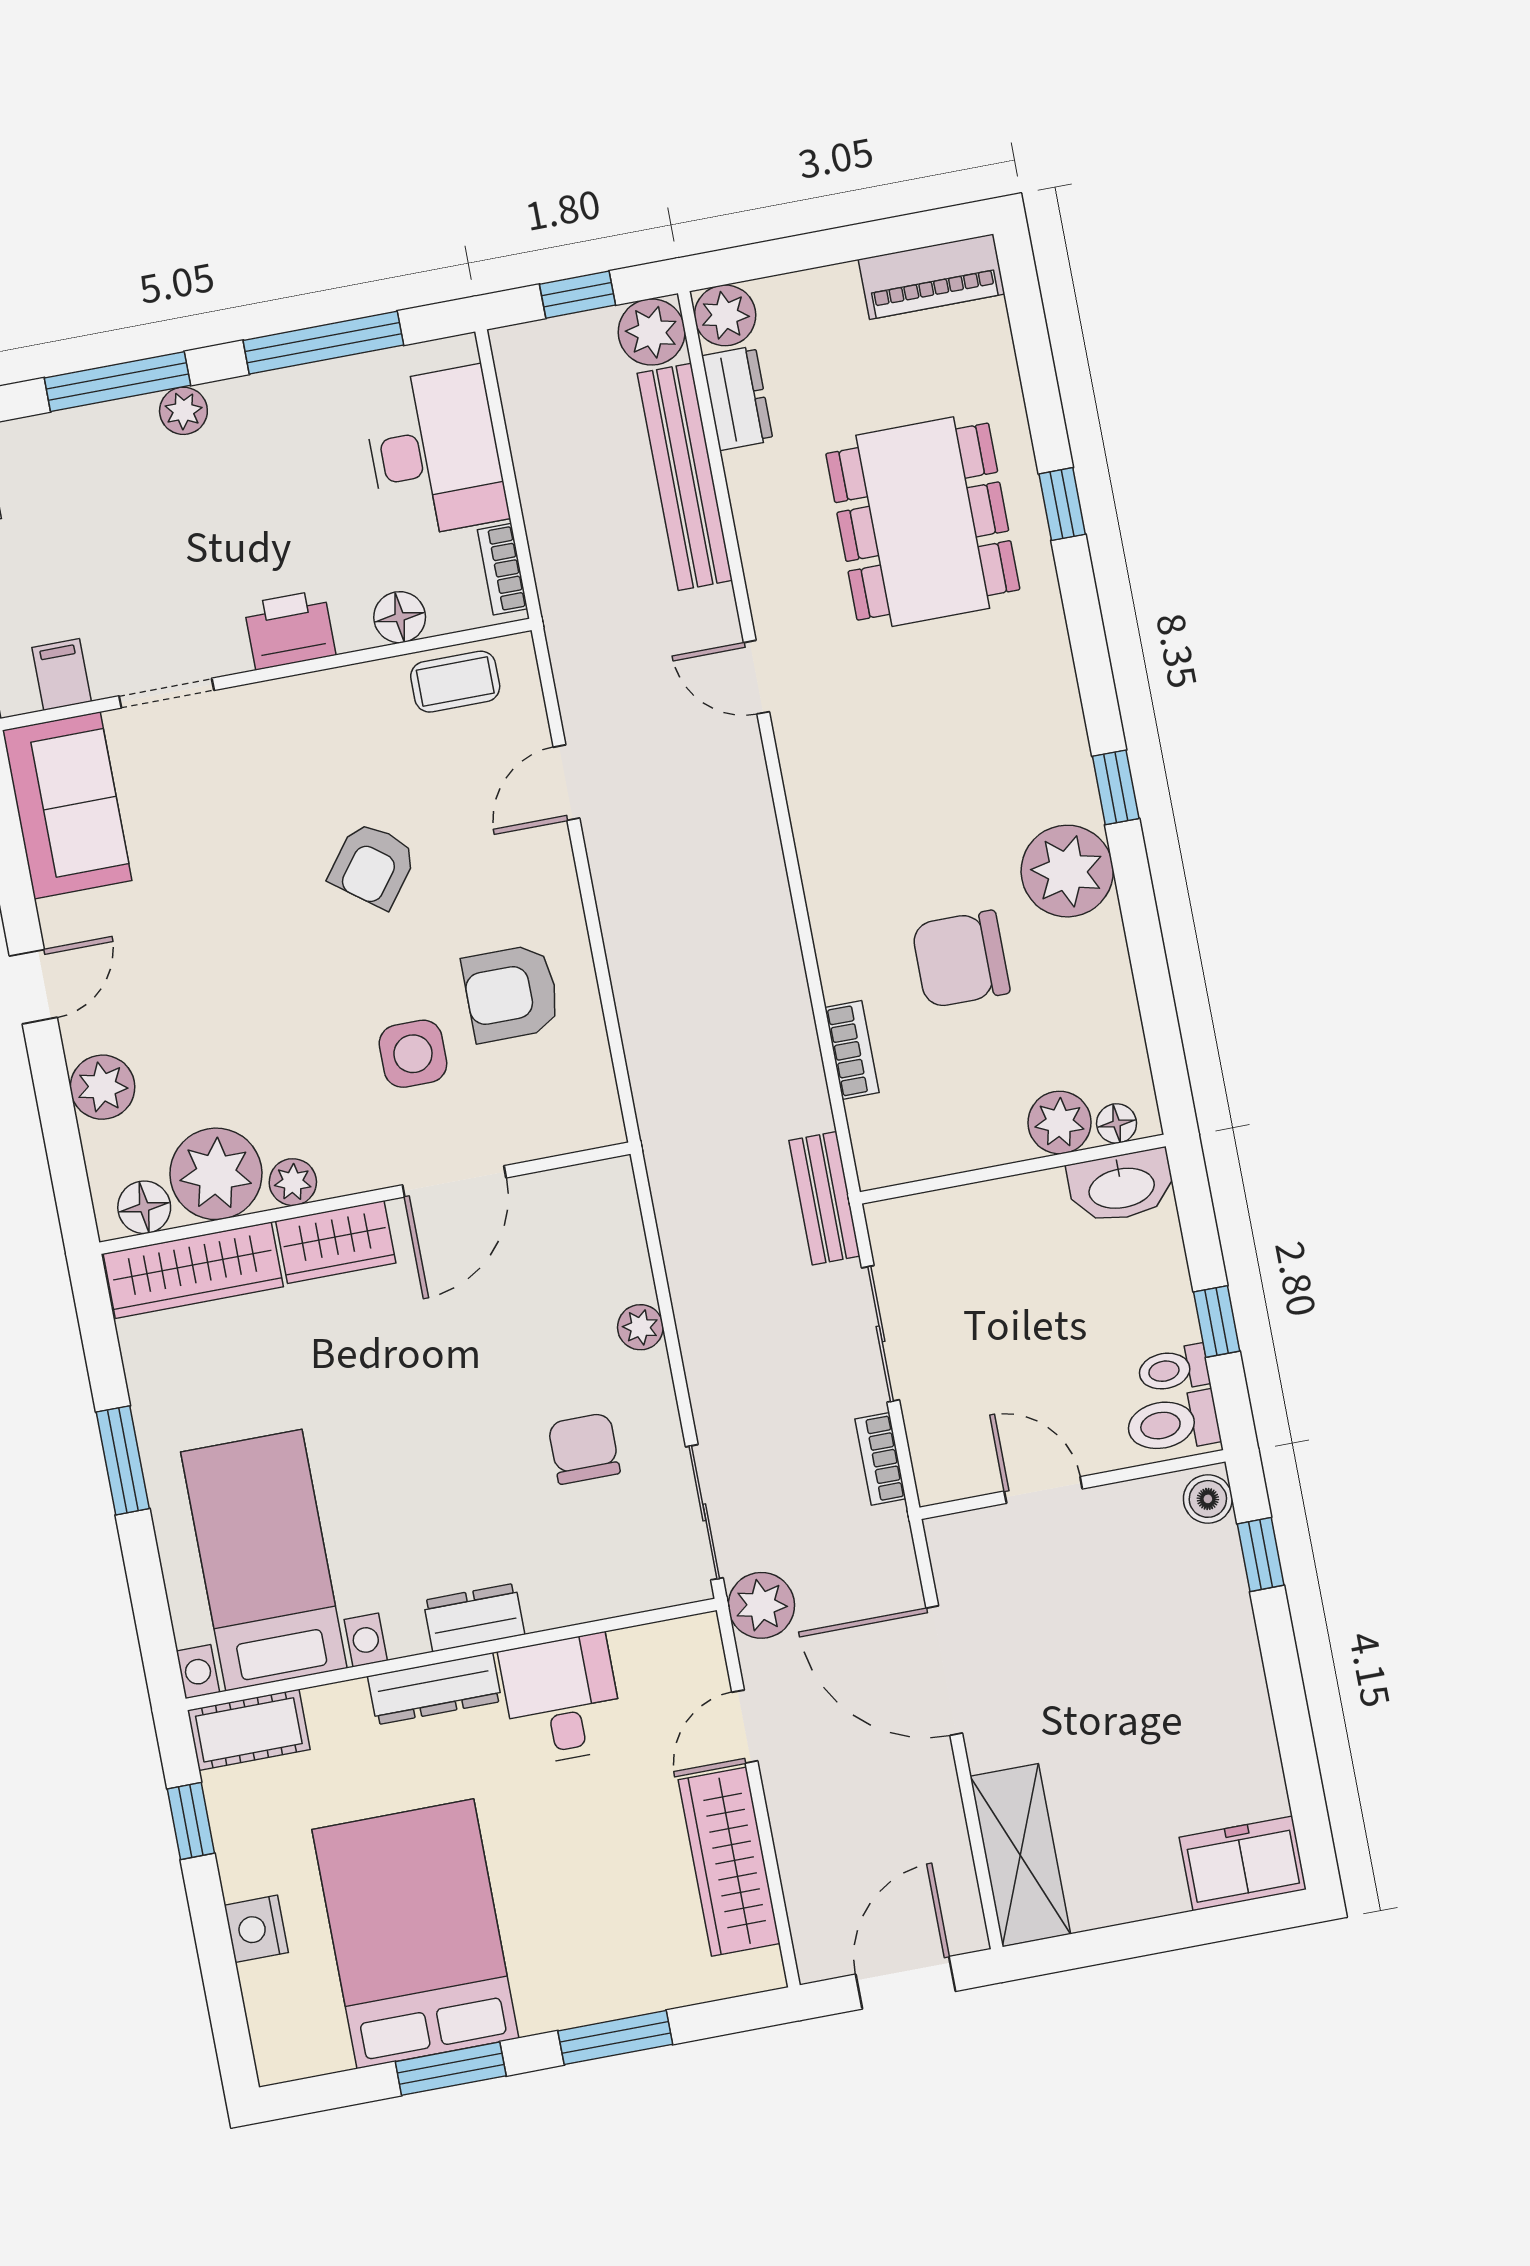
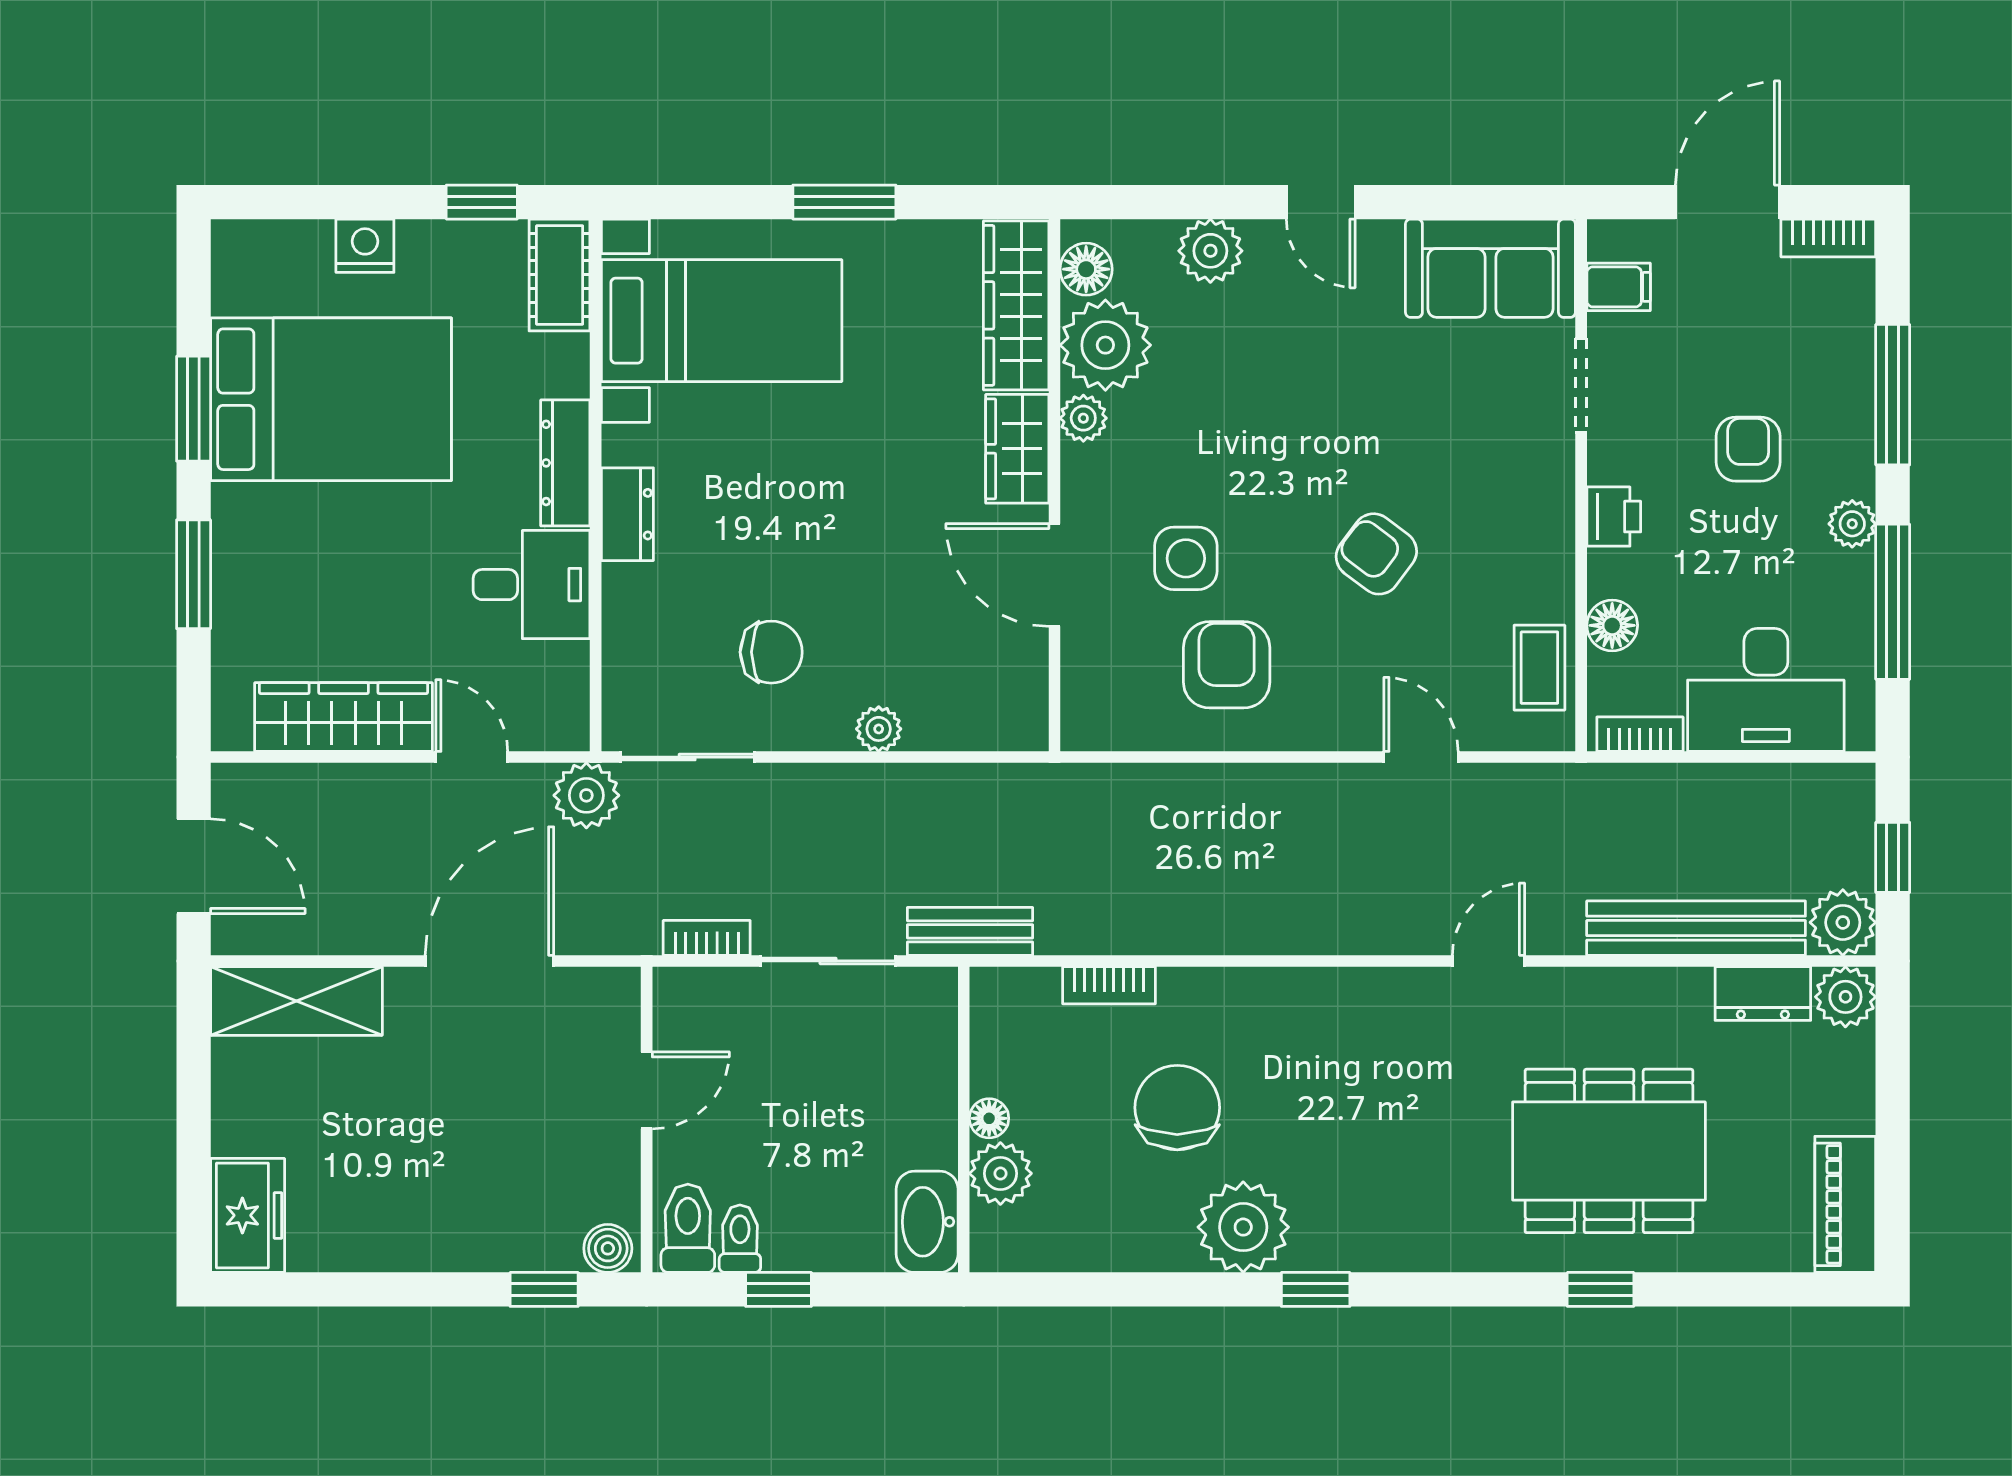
plant: (183, 411) -> (1852, 524), moved
armchair: (199, 515) -> (1748, 449), added
printer: (290, 630) -> (1614, 517), width x0.73, depth x0.81
floor lamp: (1117, 1123) -> (989, 1118), moved

